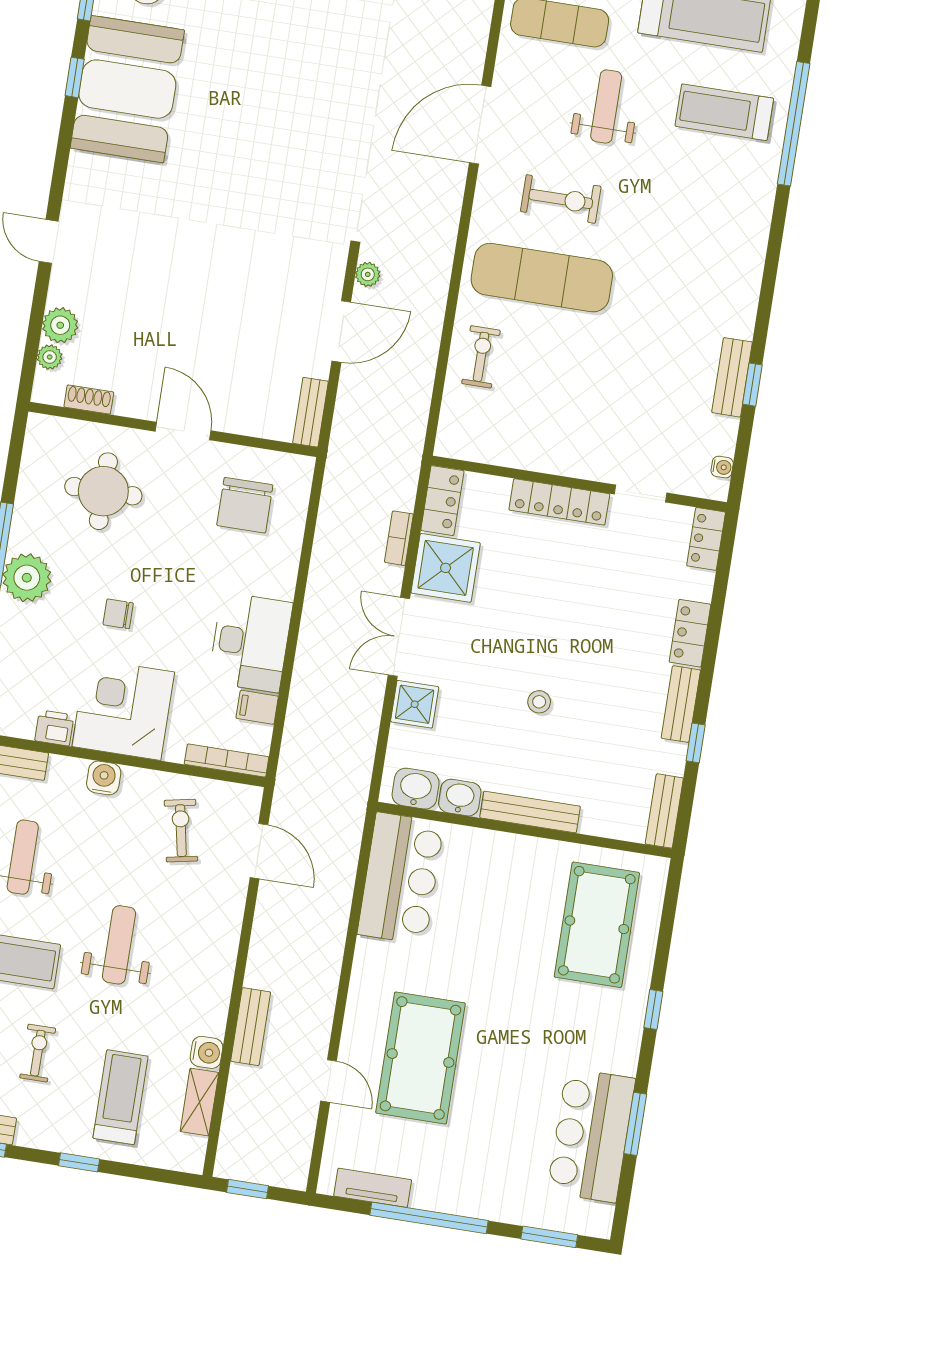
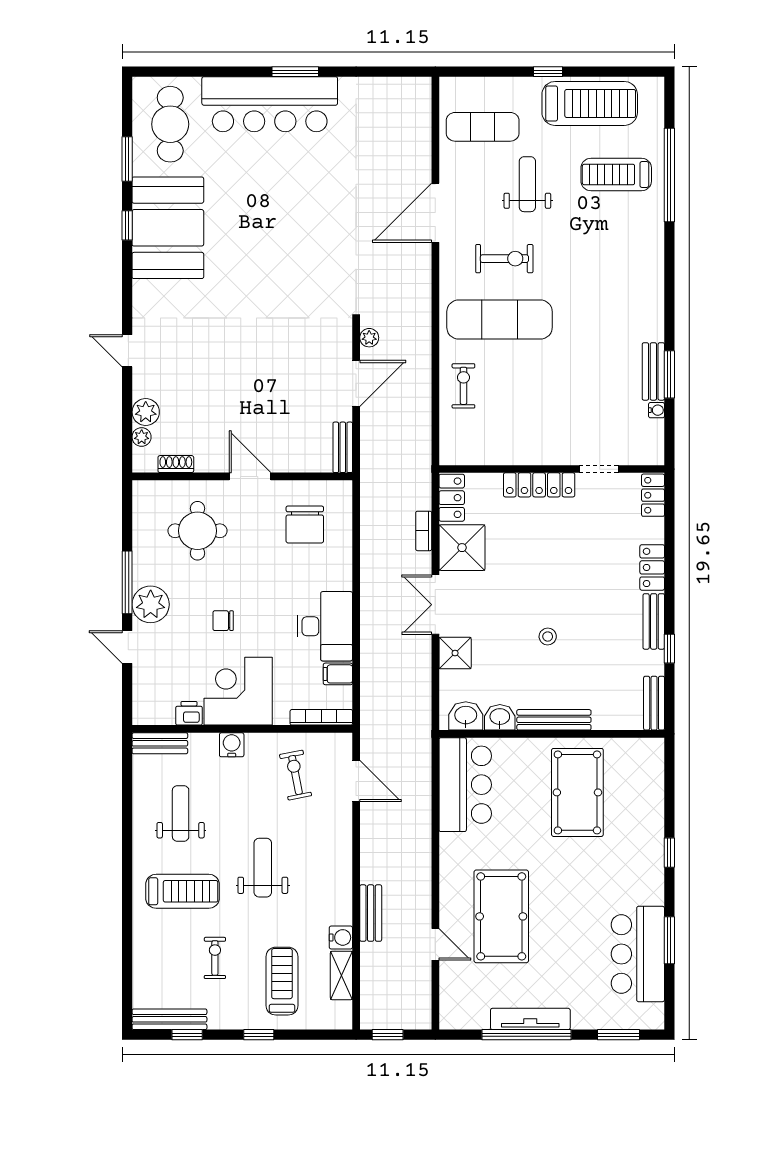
window: (752, 385) -> (669, 374), width x1.50
water cooler: (722, 467) -> (657, 410), moved
pool table: (597, 925) -> (577, 792), moved
tv unit: (373, 1188) -> (530, 1019), moved, width x1.41

